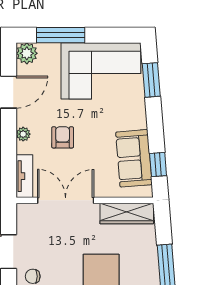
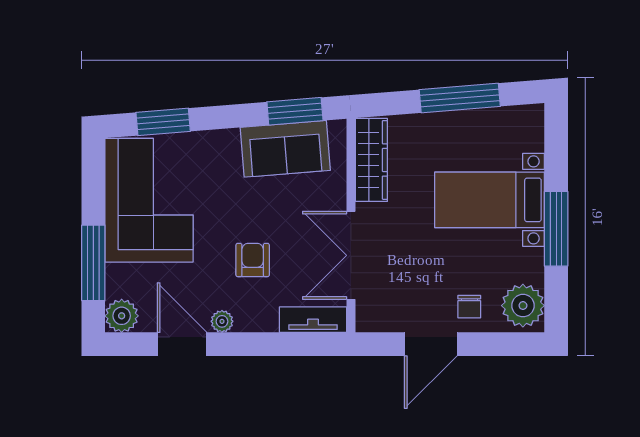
plant: (23, 134) -> (222, 321), moved
armchair: (63, 137) -> (253, 260), turned 90
window: (158, 165) -> (295, 111), width x1.50

